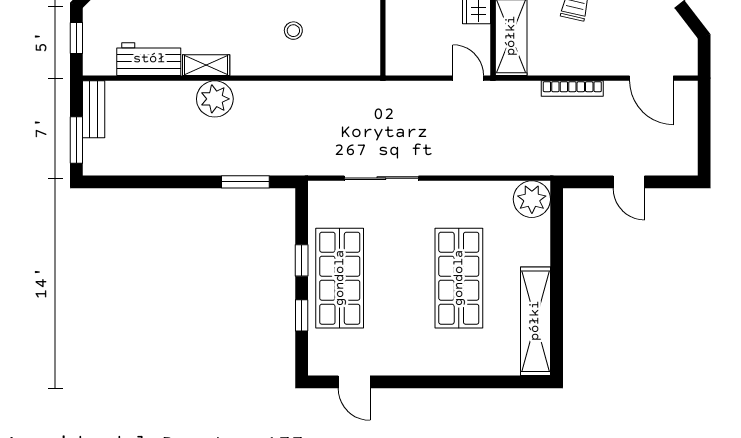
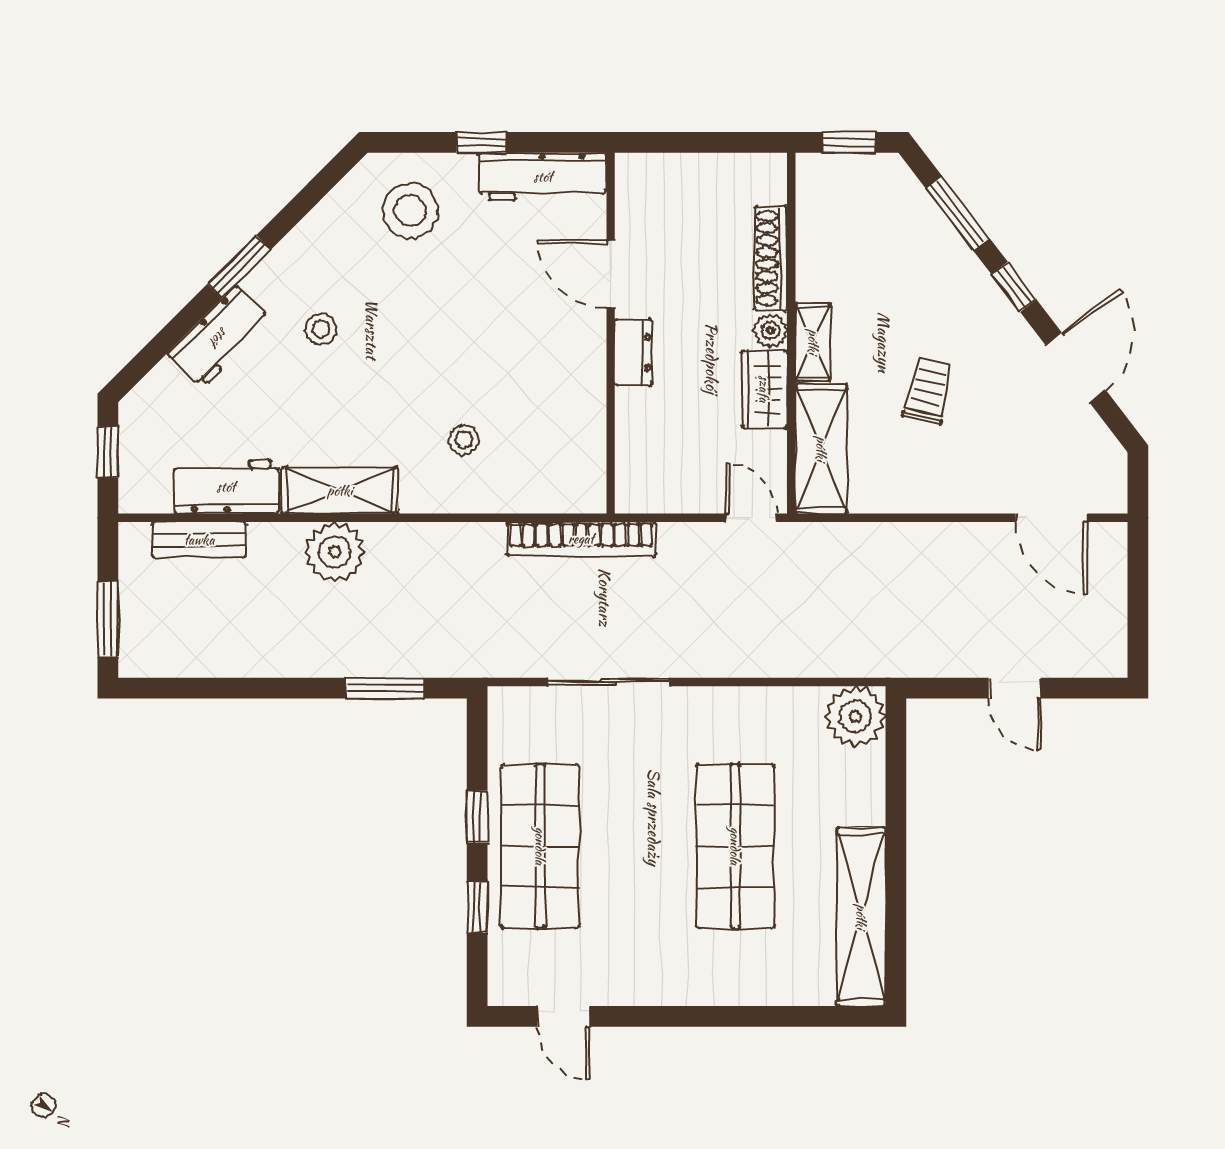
shelving: (206, 65) -> (340, 491), width x1.50, depth x1.33
bookcase: (572, 89) -> (581, 539), moved, width x1.48, depth x1.31
bench: (94, 109) -> (199, 540), moved, turned 90

